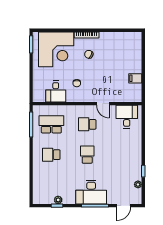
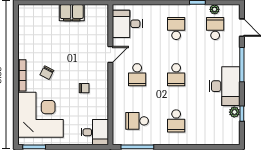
filing cabinet: (135, 78) -> (72, 13), width x2.00
desk: (56, 91) -> (95, 132), moved
school desk: (51, 124) -> (137, 121), width x0.54
school desk: (87, 155) -> (176, 75), turned -90
school desk: (123, 155) -> (176, 28), added
school desk: (123, 185) -> (215, 28), added
desk: (91, 192) -> (224, 86), moved

